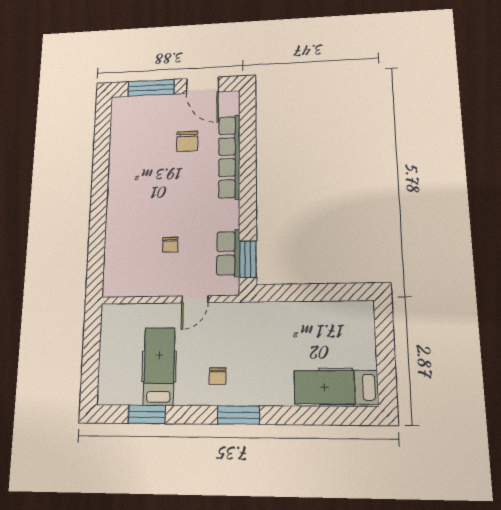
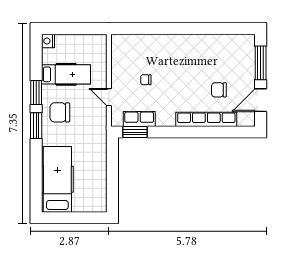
chair: (218, 376) -> (60, 112), width x1.87, depth x1.87
hospital bed: (336, 387) -> (57, 179), width x1.37, depth x1.29
nightstand: (107, 395) -> (48, 41), added
window: (147, 414) -> (36, 93), moved

